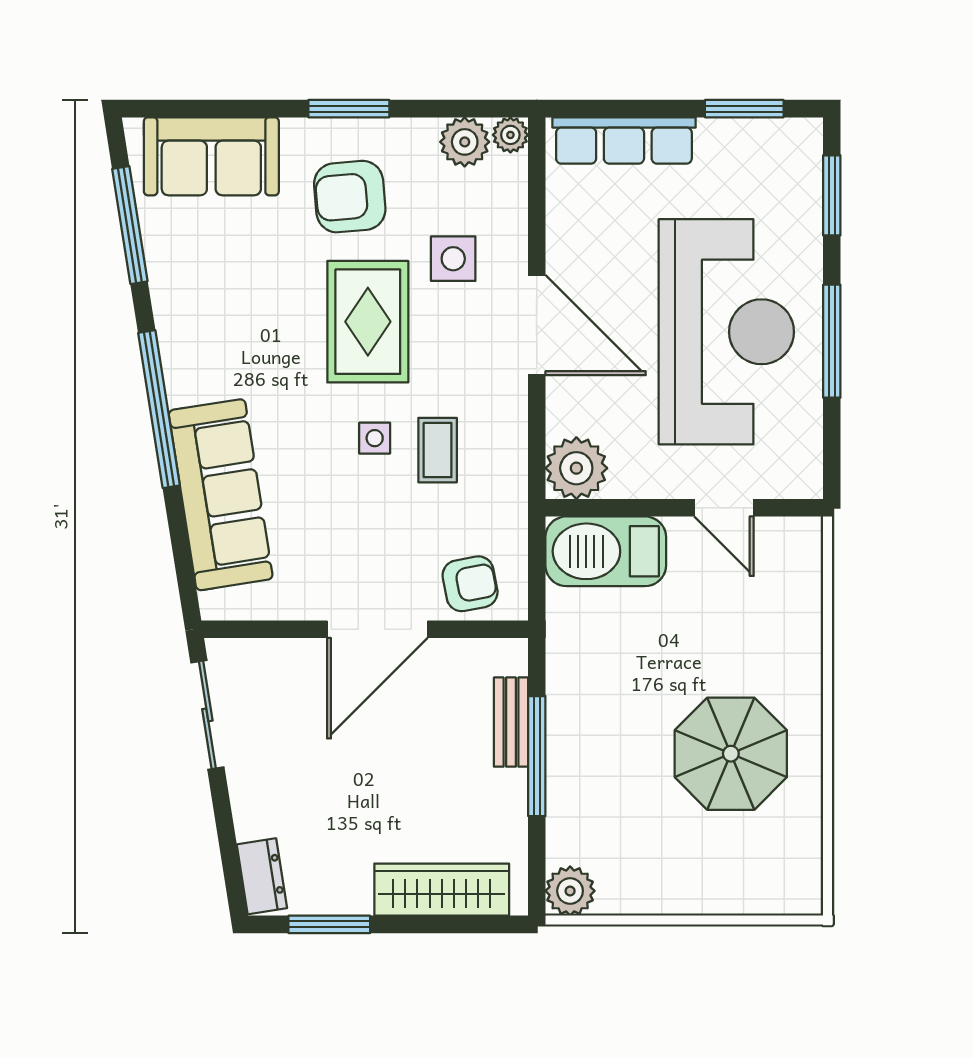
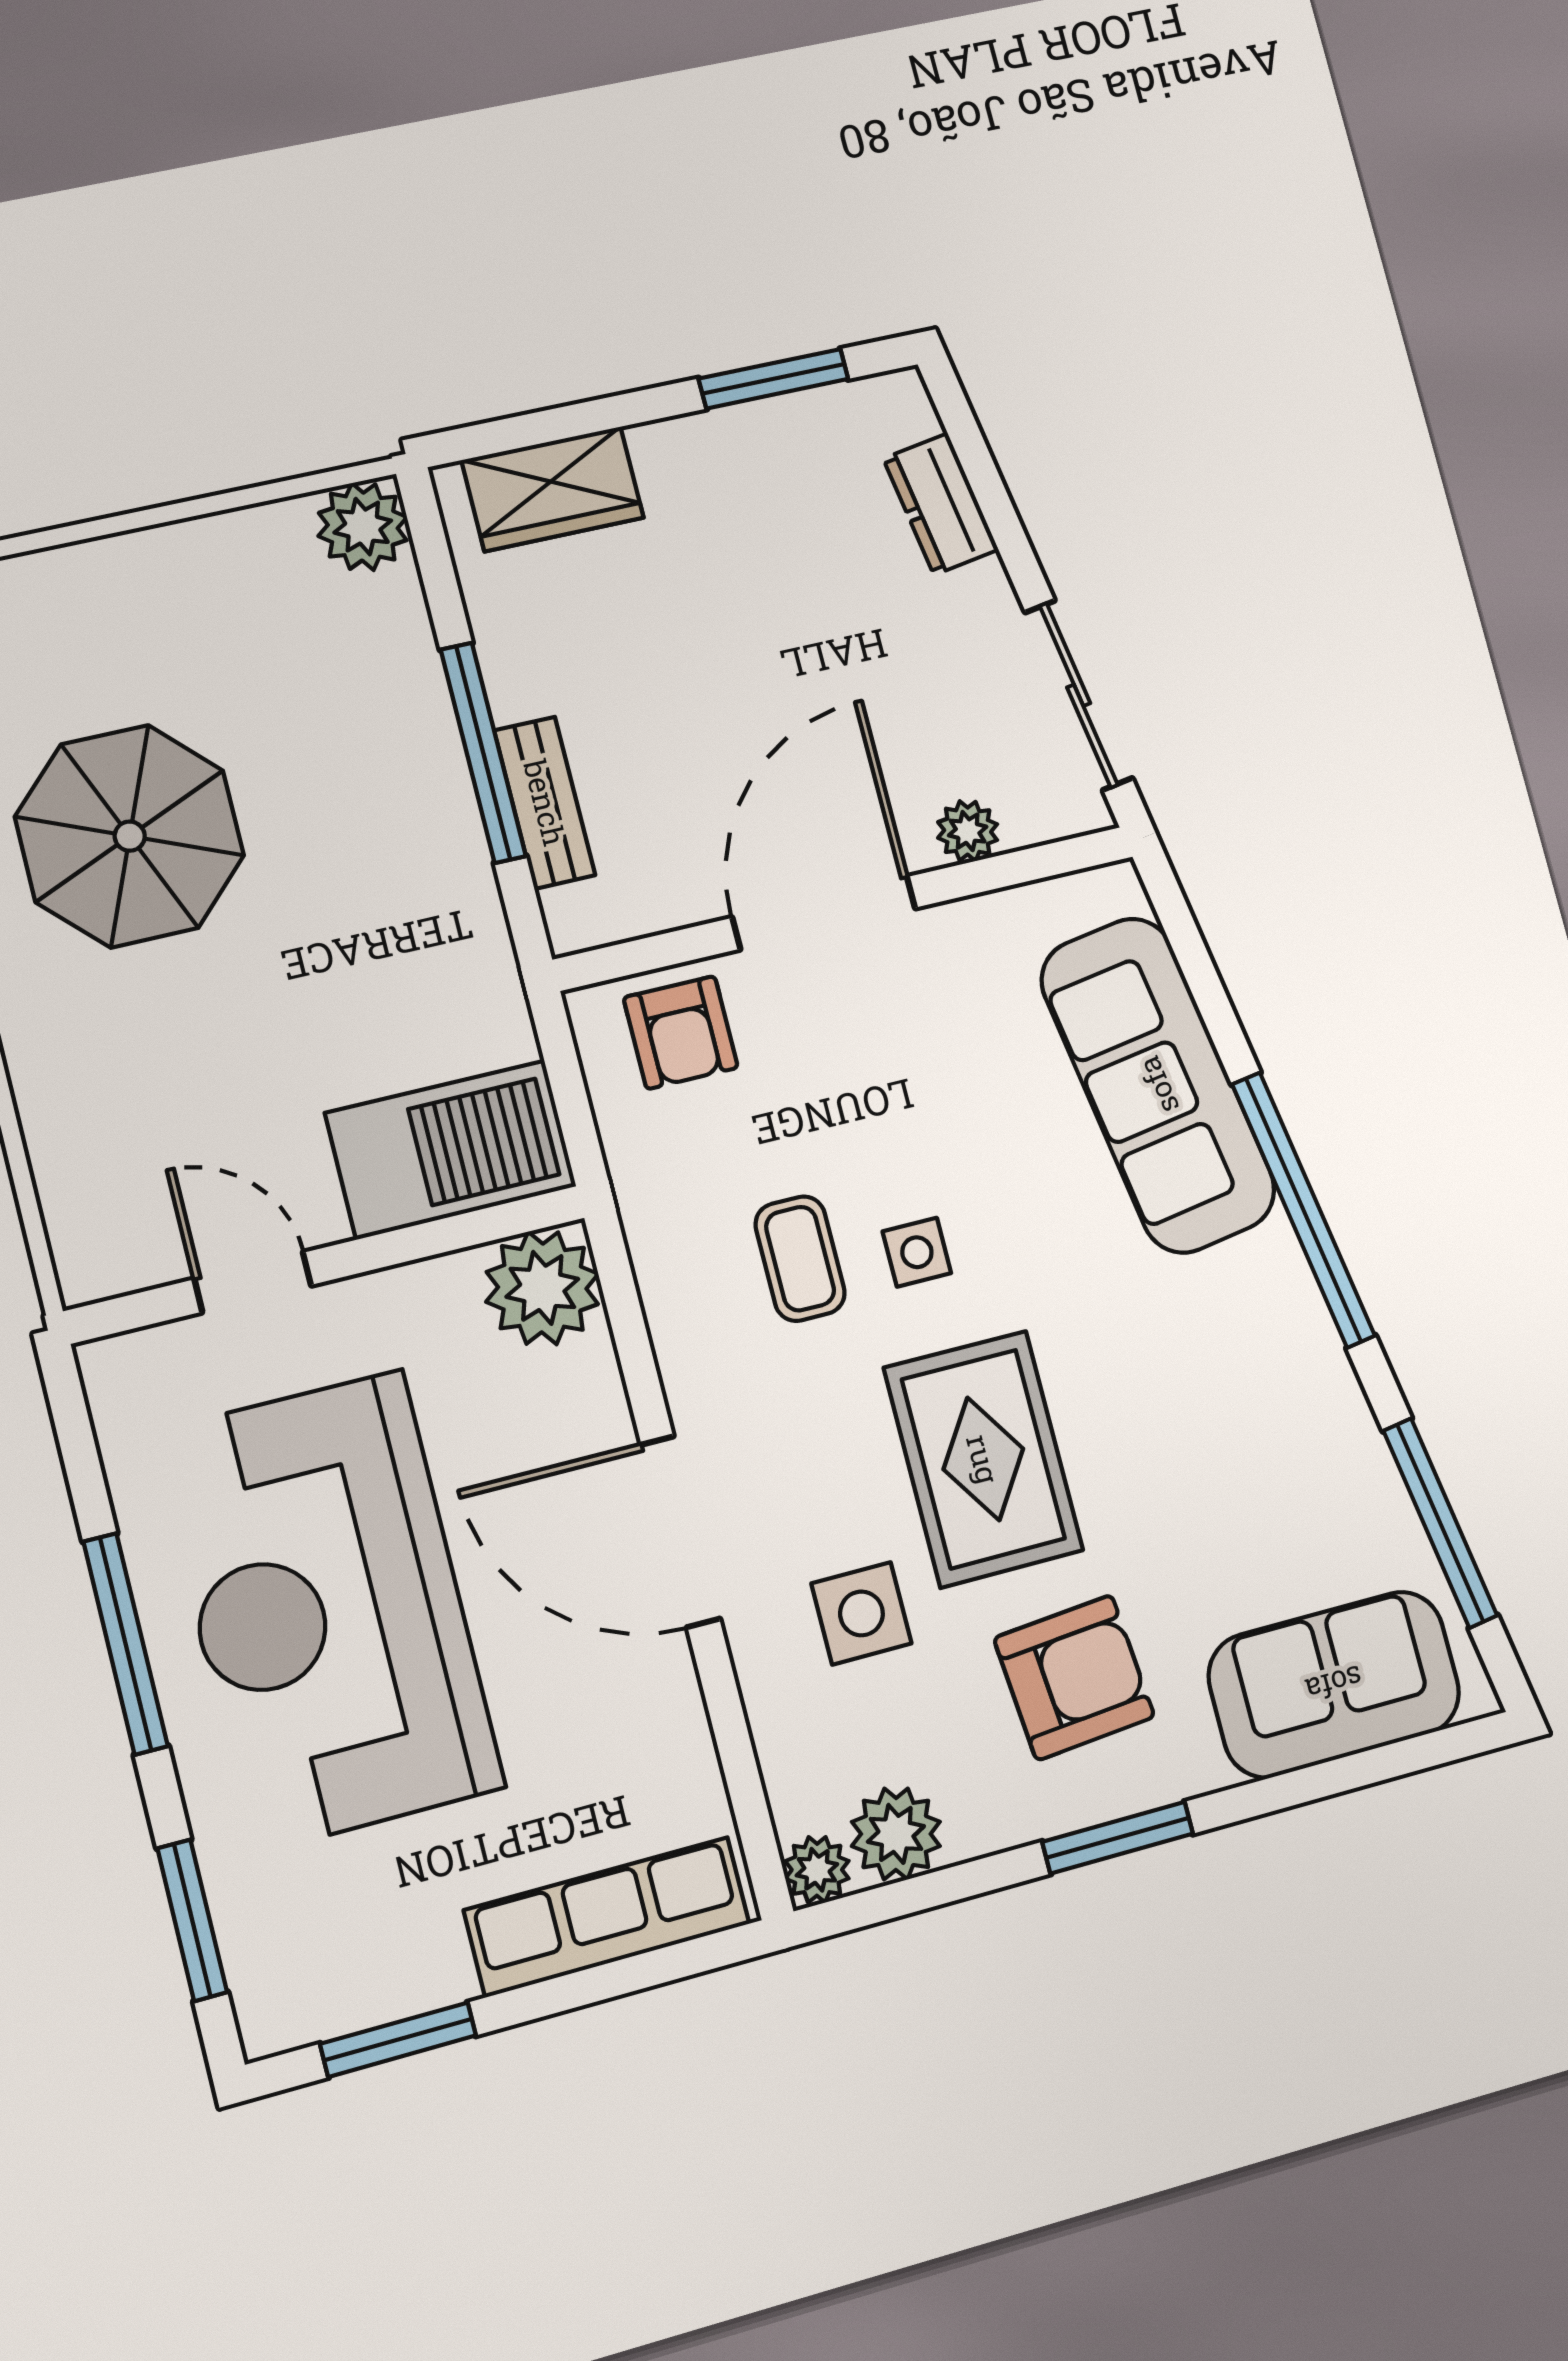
armchair: (470, 584) -> (681, 1033), turned -79
plant: (288, 655) -> (968, 831), added
dresser: (262, 876) -> (941, 504), moved
wardrobe: (442, 890) -> (553, 489), width x0.67

